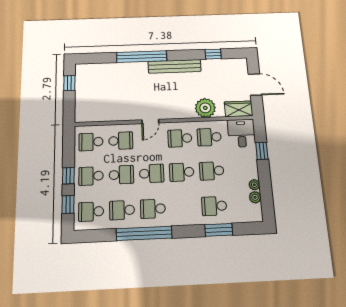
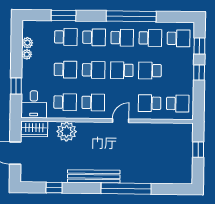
window: (69, 83) -> (198, 150), moved
school desk: (91, 176) -> (94, 37), moved

